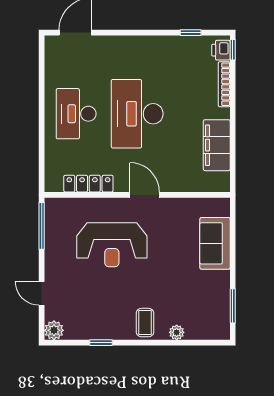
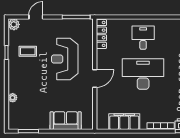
desk: (76, 114) -> (143, 38), width x0.73
locker: (88, 184) -> (101, 34), moved
coffee table: (145, 323) -> (28, 51), moved

